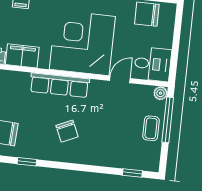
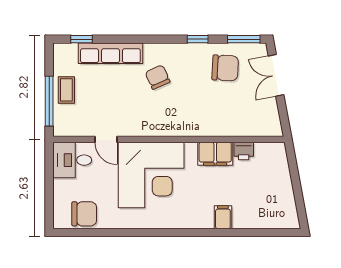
door: (120, 80) -> (106, 139), hinge flipped
row of seats: (60, 85) -> (110, 53), moved, turned 180
plant: (160, 93) -> (60, 129), removed

